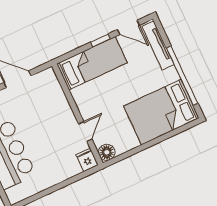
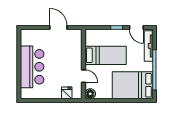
bed: (92, 63) -> (106, 55), moved
door: (85, 131) -> (83, 76), hinge flipped
fridge: (87, 160) -> (67, 93), moved

